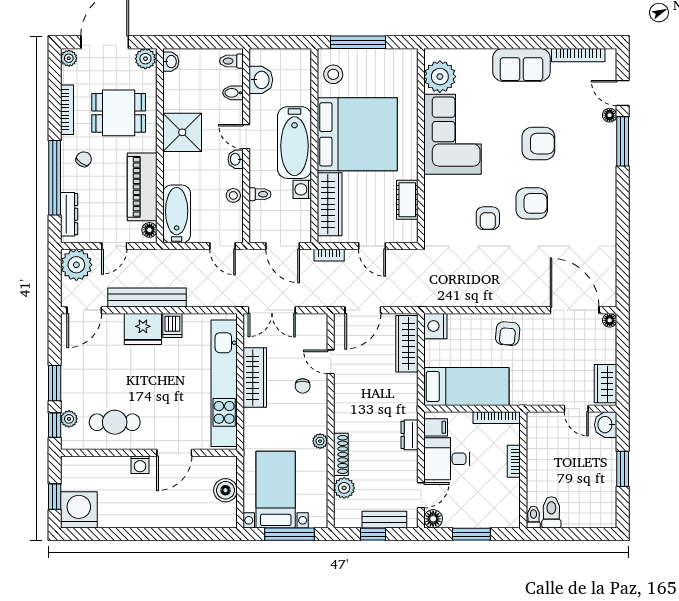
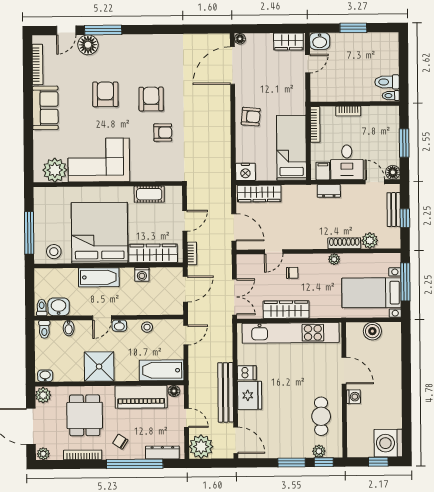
floor lamp: (610, 115) -> (88, 45), width x1.89, depth x1.89
bathtub: (294, 143) -> (99, 277), width x0.73, depth x0.73
toilet: (260, 194) -> (42, 308), moved

